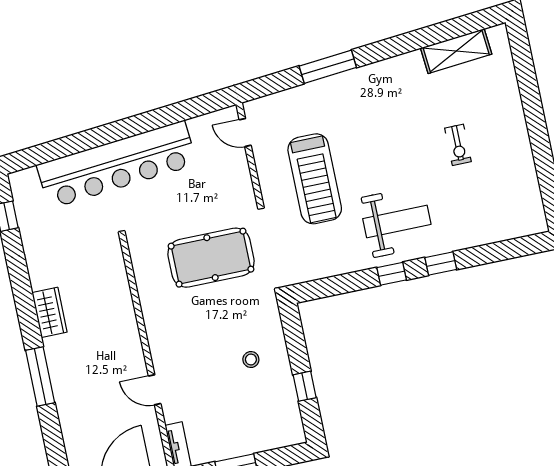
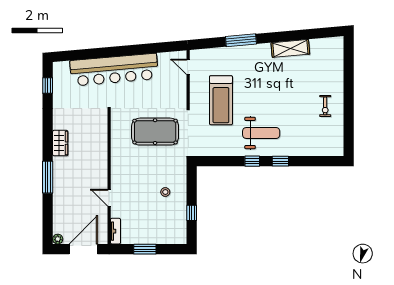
shelving: (456, 51) -> (290, 48), moved
exercise bike: (458, 145) -> (325, 106), moved

